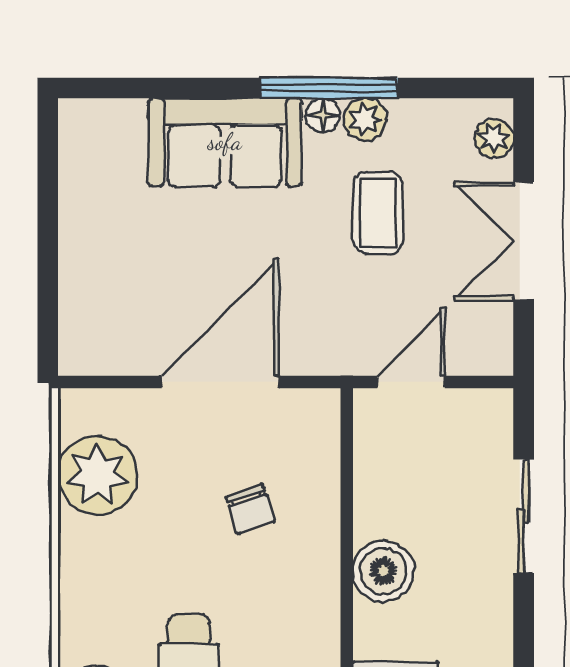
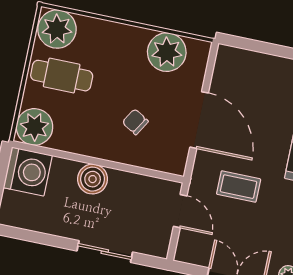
coffee table: (378, 213) -> (239, 187), moved
chair: (251, 509) -> (135, 122), turned 49

